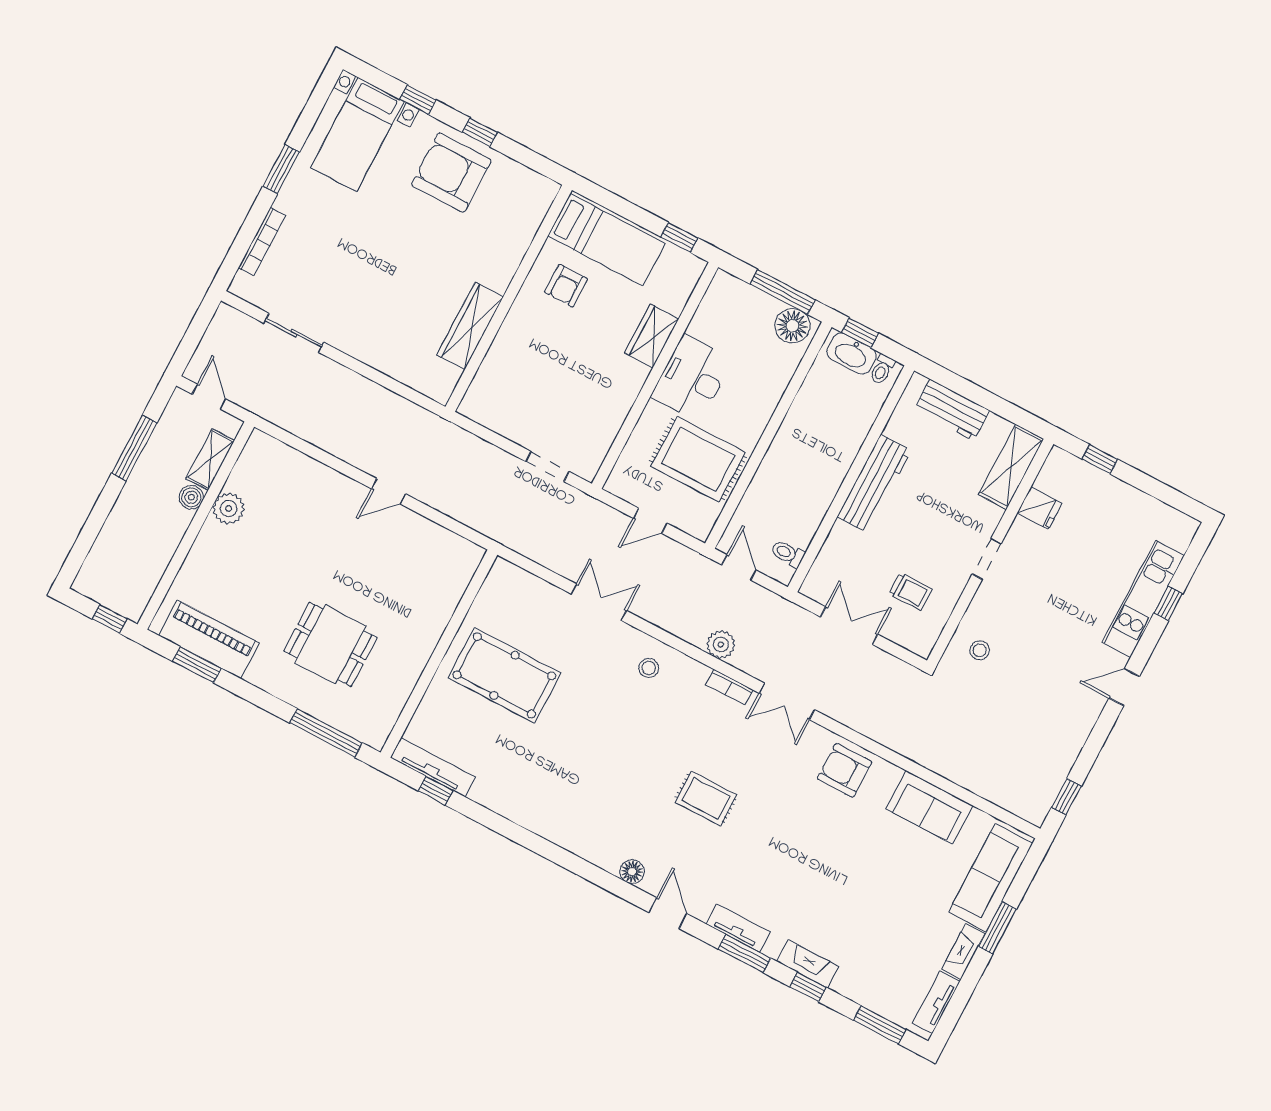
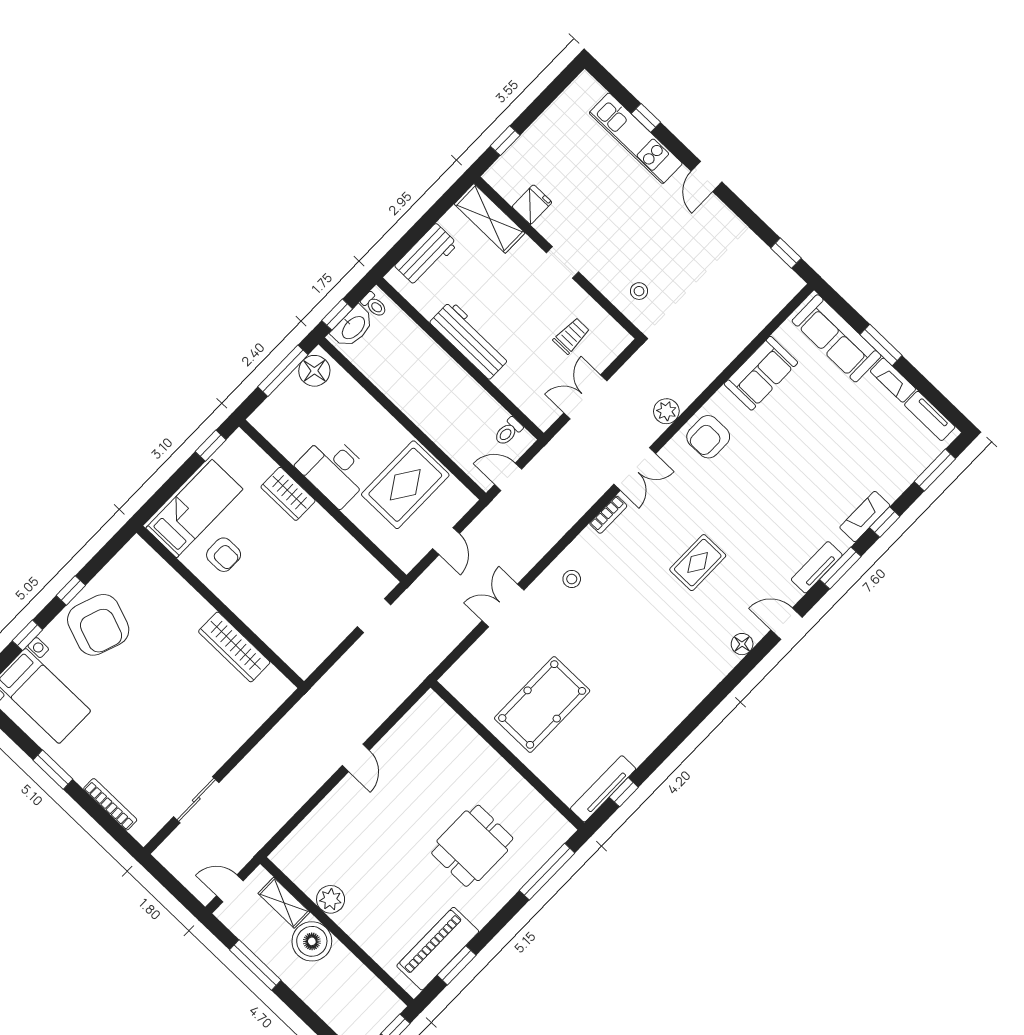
armchair: (451, 173) -> (98, 625), turned -70
boiler: (191, 497) -> (312, 941), width x1.86, depth x1.86
plant: (721, 645) -> (666, 411), moved

